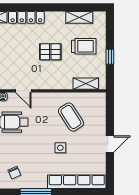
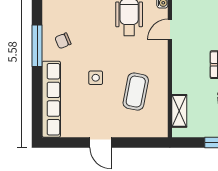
coffee table: (71, 117) -> (136, 92), turned -46
chair: (14, 173) -> (63, 41), moved

